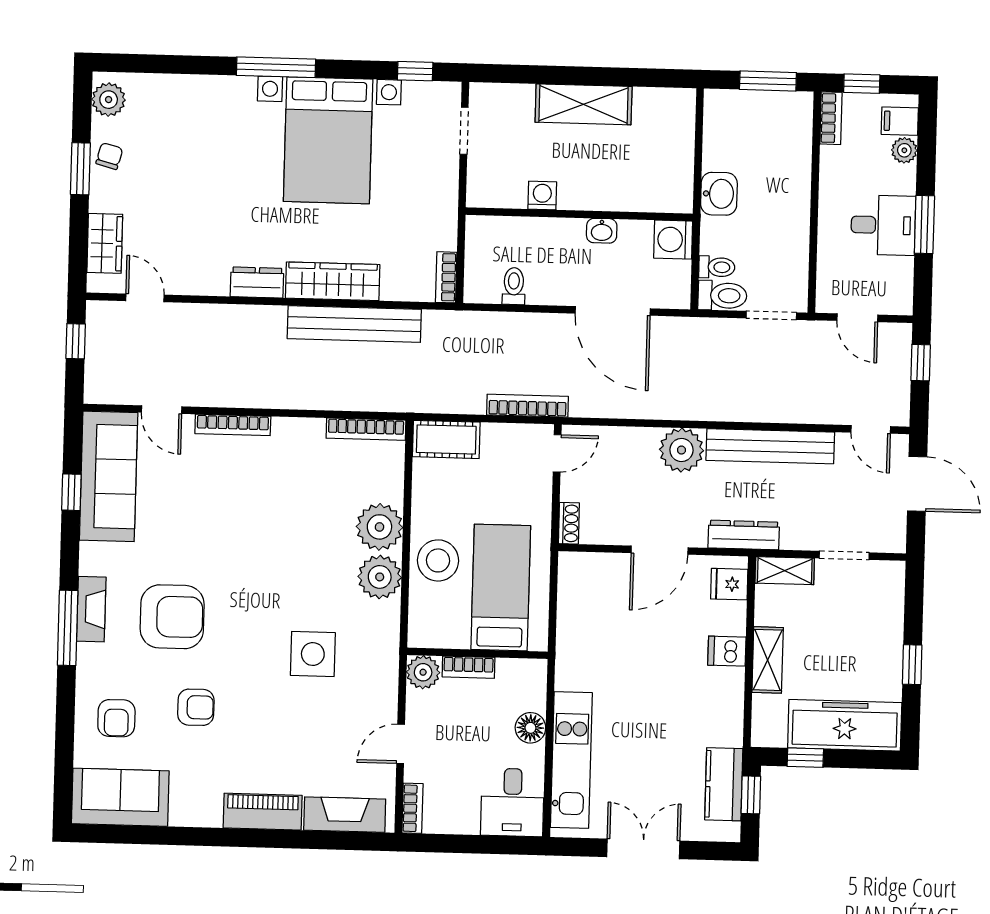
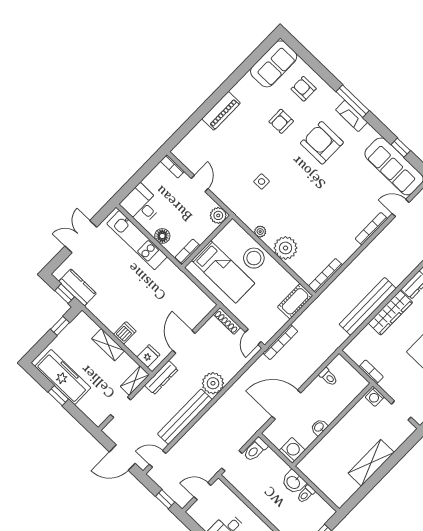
washing machine: (542, 195) -> (375, 397), moved, turned 90
toilet: (717, 267) -> (306, 494), moved
bookcase: (446, 277) -> (371, 372), moved
shoe rack: (569, 523) -> (227, 321), width x1.43
plant: (380, 577) -> (260, 232), width x0.53, depth x0.53
armchair: (172, 617) -> (322, 143), turned 90
side table: (313, 654) -> (262, 181), width x0.54, depth x0.54
bookcase: (469, 667) -> (188, 252), moved
freezer: (845, 725) -> (63, 377), moved, turned -90
fireplace: (345, 815) -> (193, 140), removed
double door: (643, 849) -> (81, 237), swing flipped

